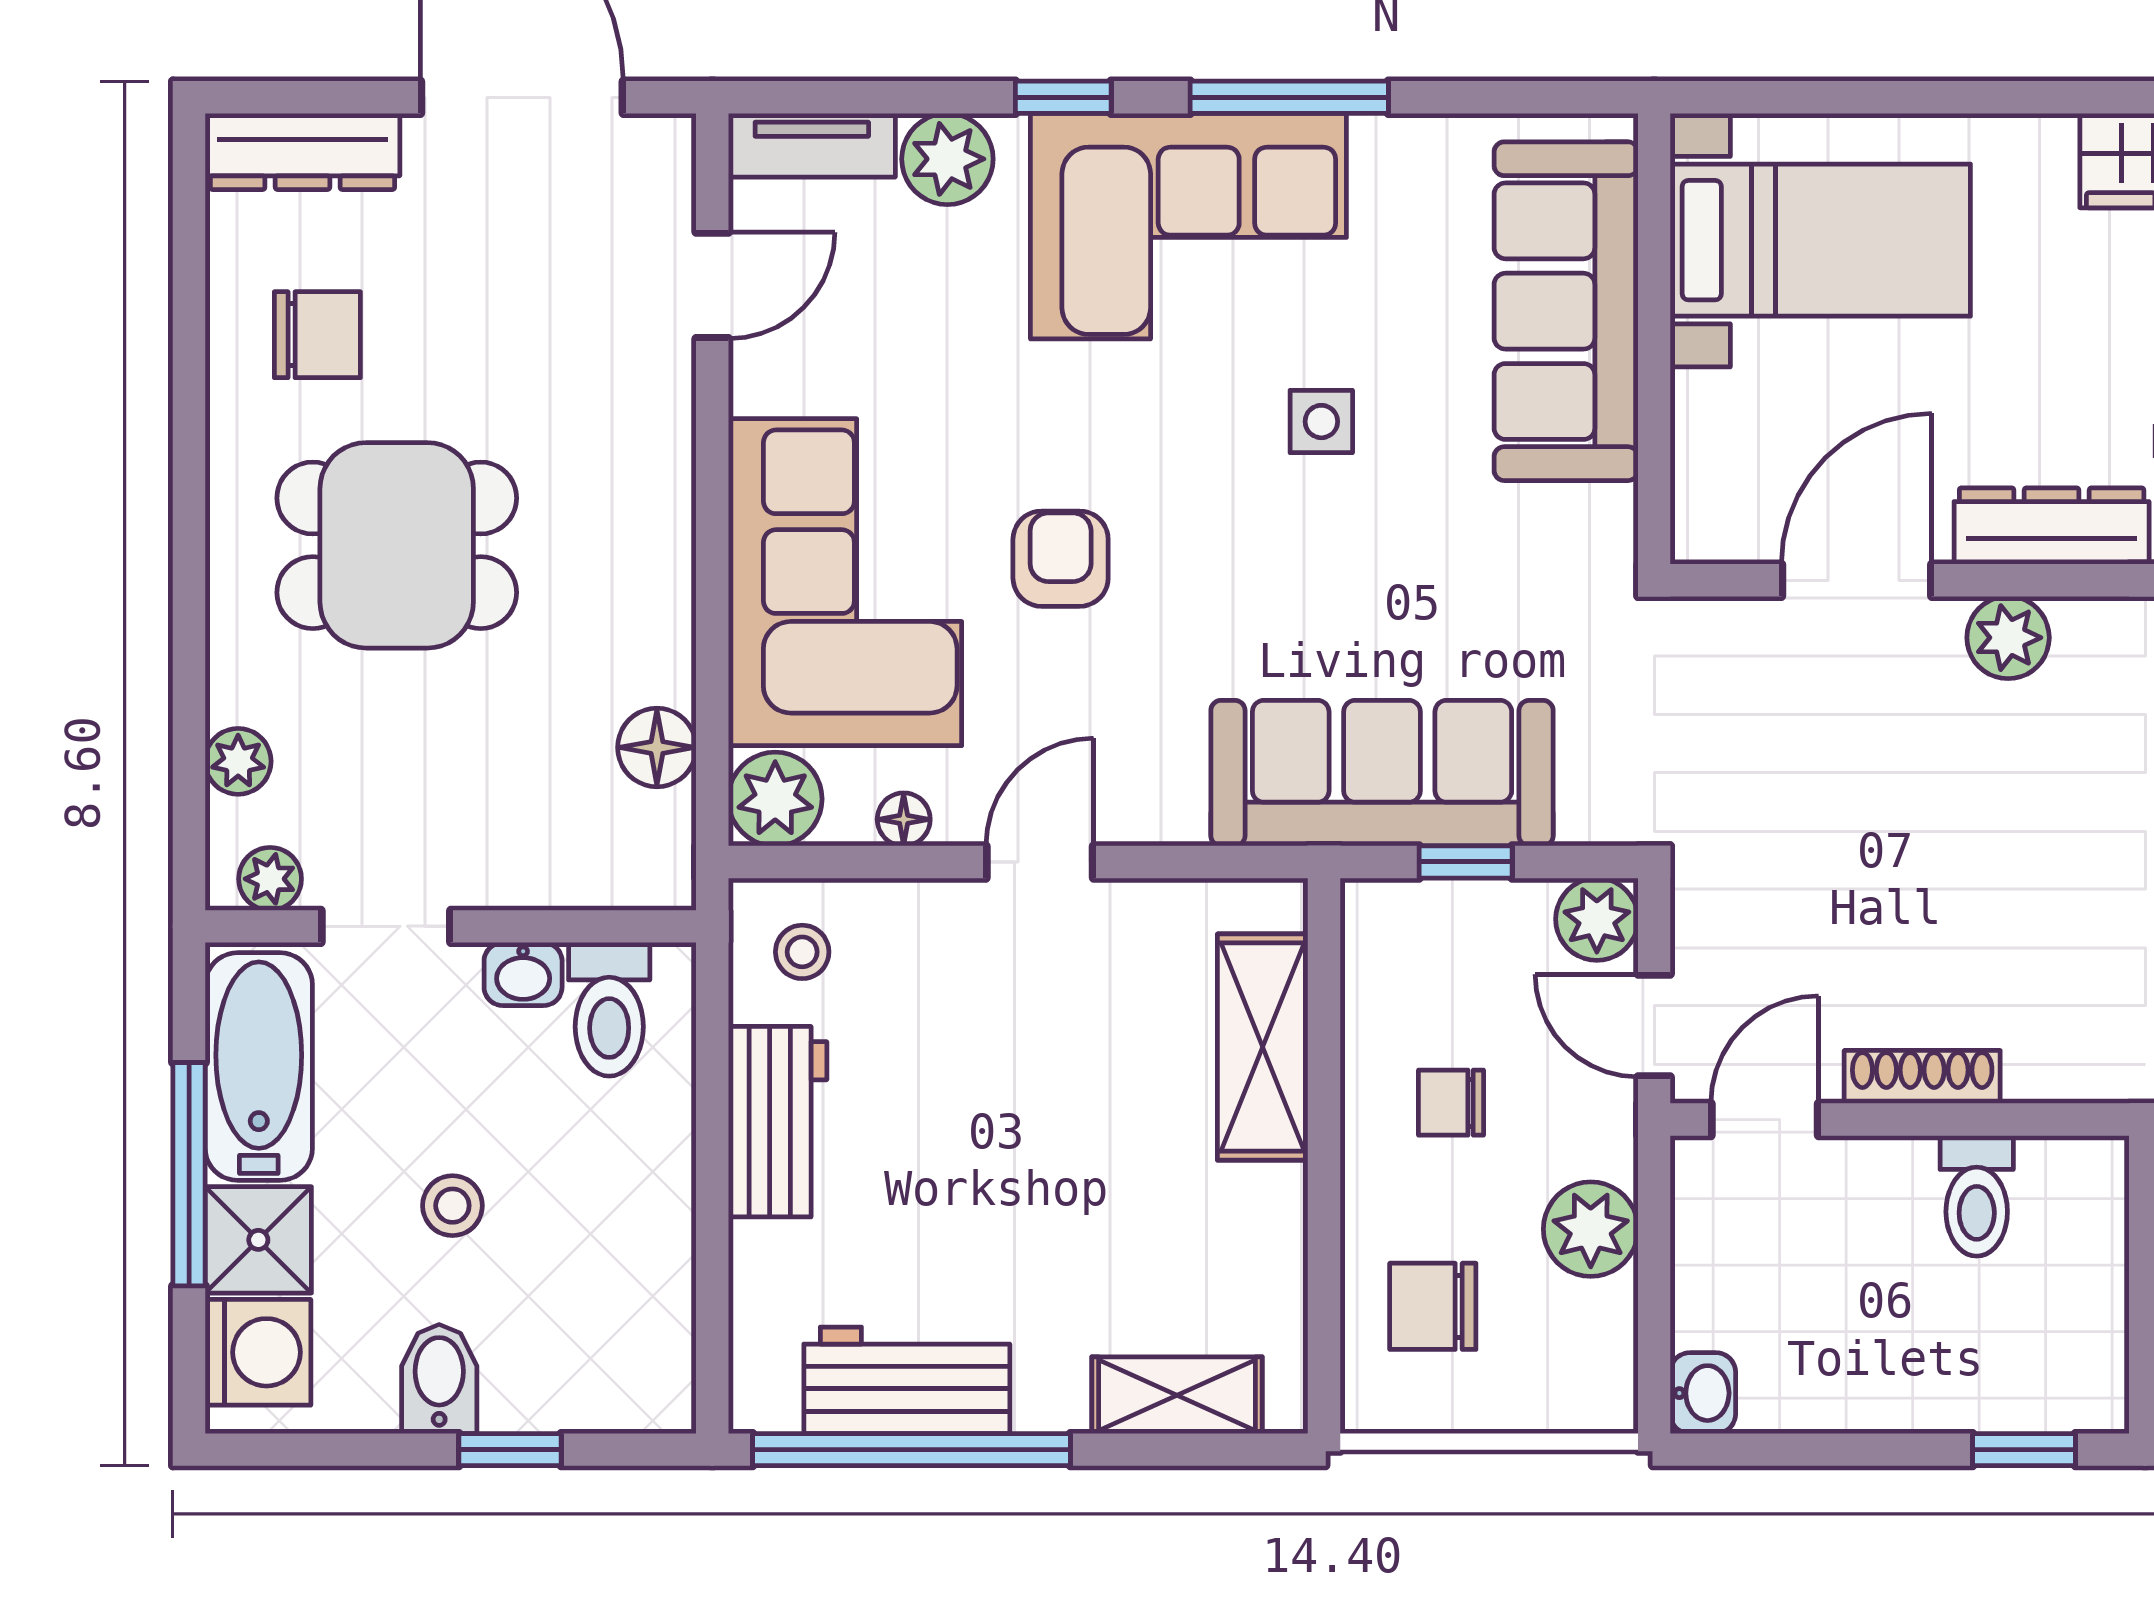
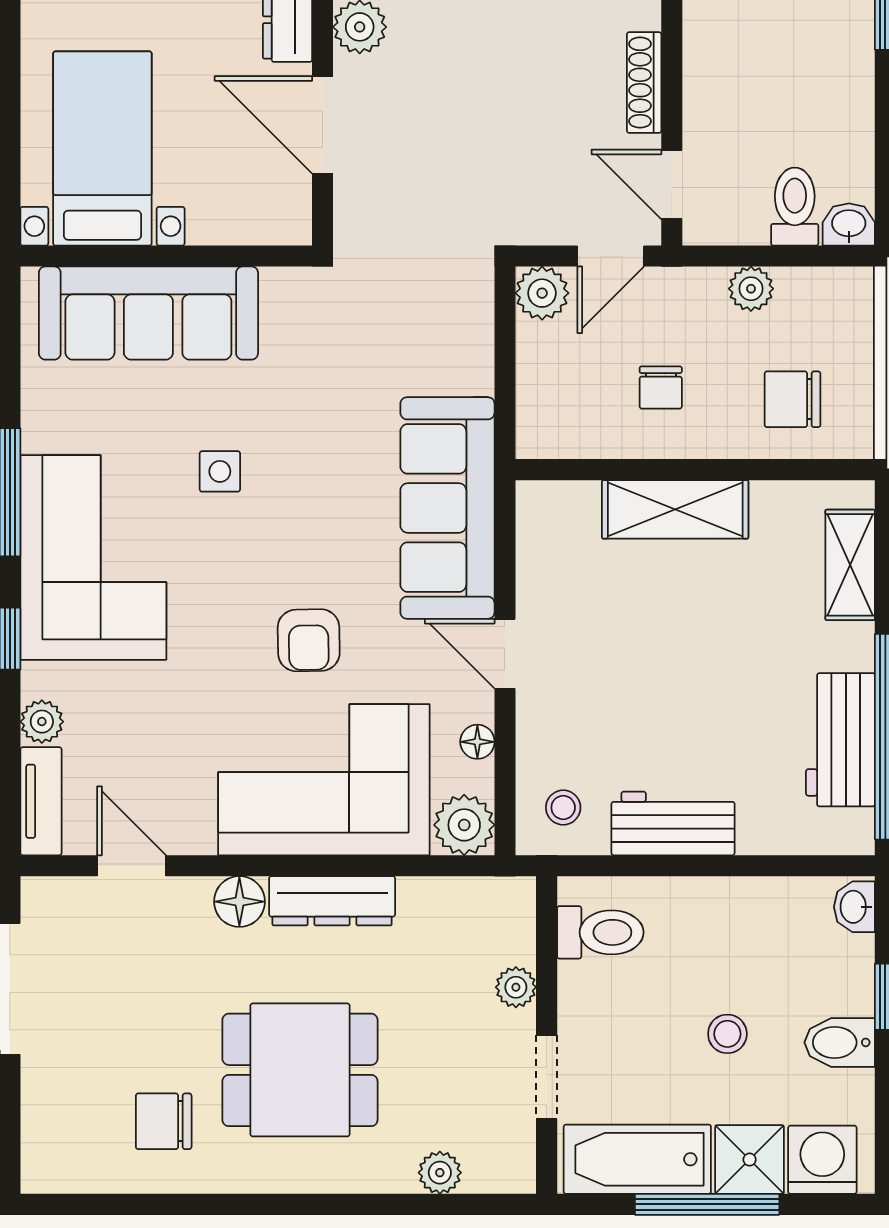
dresser: (303, 151) -> (332, 901), moved, turned 90
plant: (947, 159) -> (42, 722), width x0.73, depth x0.73
chair: (317, 335) -> (164, 1121), turned -90
dining table: (397, 545) -> (300, 1070), turned 90
armchair: (1061, 559) -> (309, 640), turned -91
floor lamp: (657, 747) -> (239, 902), moved
sofa: (1382, 773) -> (447, 508), moved
window: (1466, 862) -> (505, 378), removed
plant: (270, 879) -> (516, 987), moved
washbasin: (523, 974) -> (854, 907), moved, turned 180
shelving: (1263, 1047) -> (675, 509), moved
toilet: (1977, 1196) -> (795, 207), moved, turned -90
plant: (1591, 1229) -> (751, 289), width x0.73, depth x0.73
chair: (1433, 1306) -> (793, 399), turned 90

